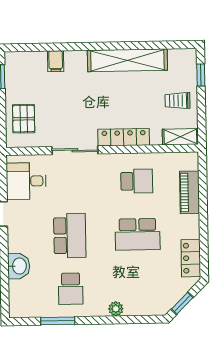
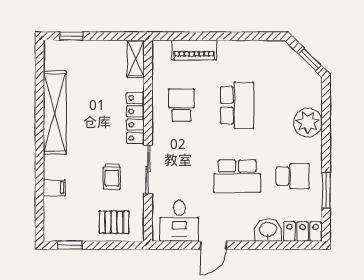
trolley: (178, 101) -> (112, 176), moved
school desk: (70, 236) -> (237, 176), turned 180
locker: (191, 258) -> (303, 231), moved, turned 180
plant: (116, 309) -> (308, 123), width x1.88, depth x1.88

